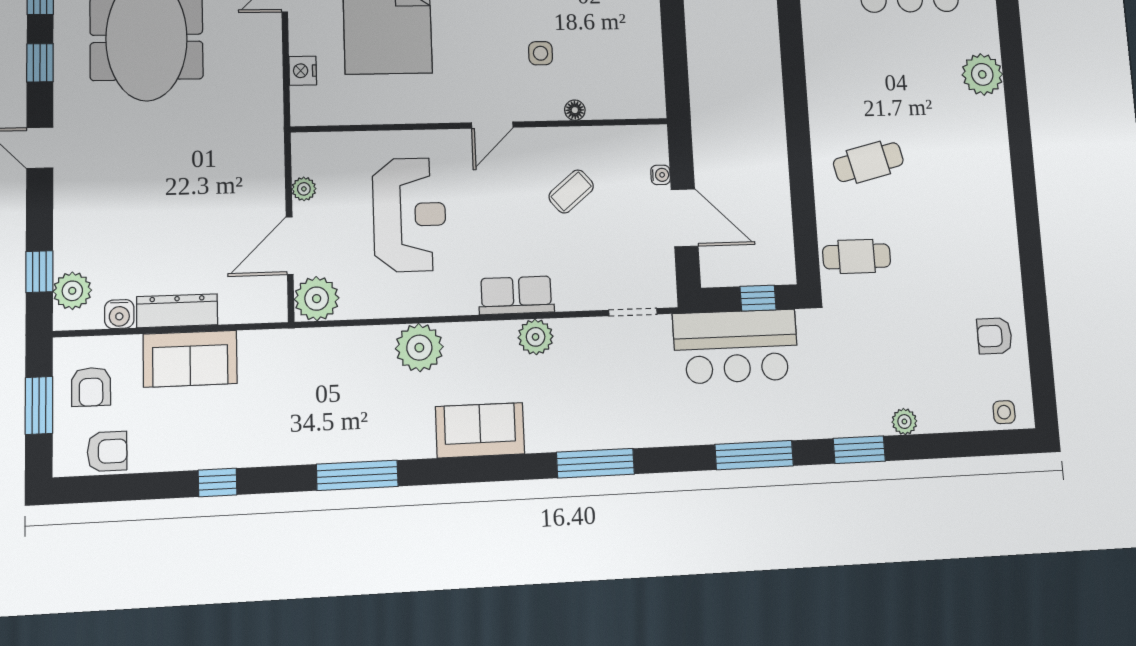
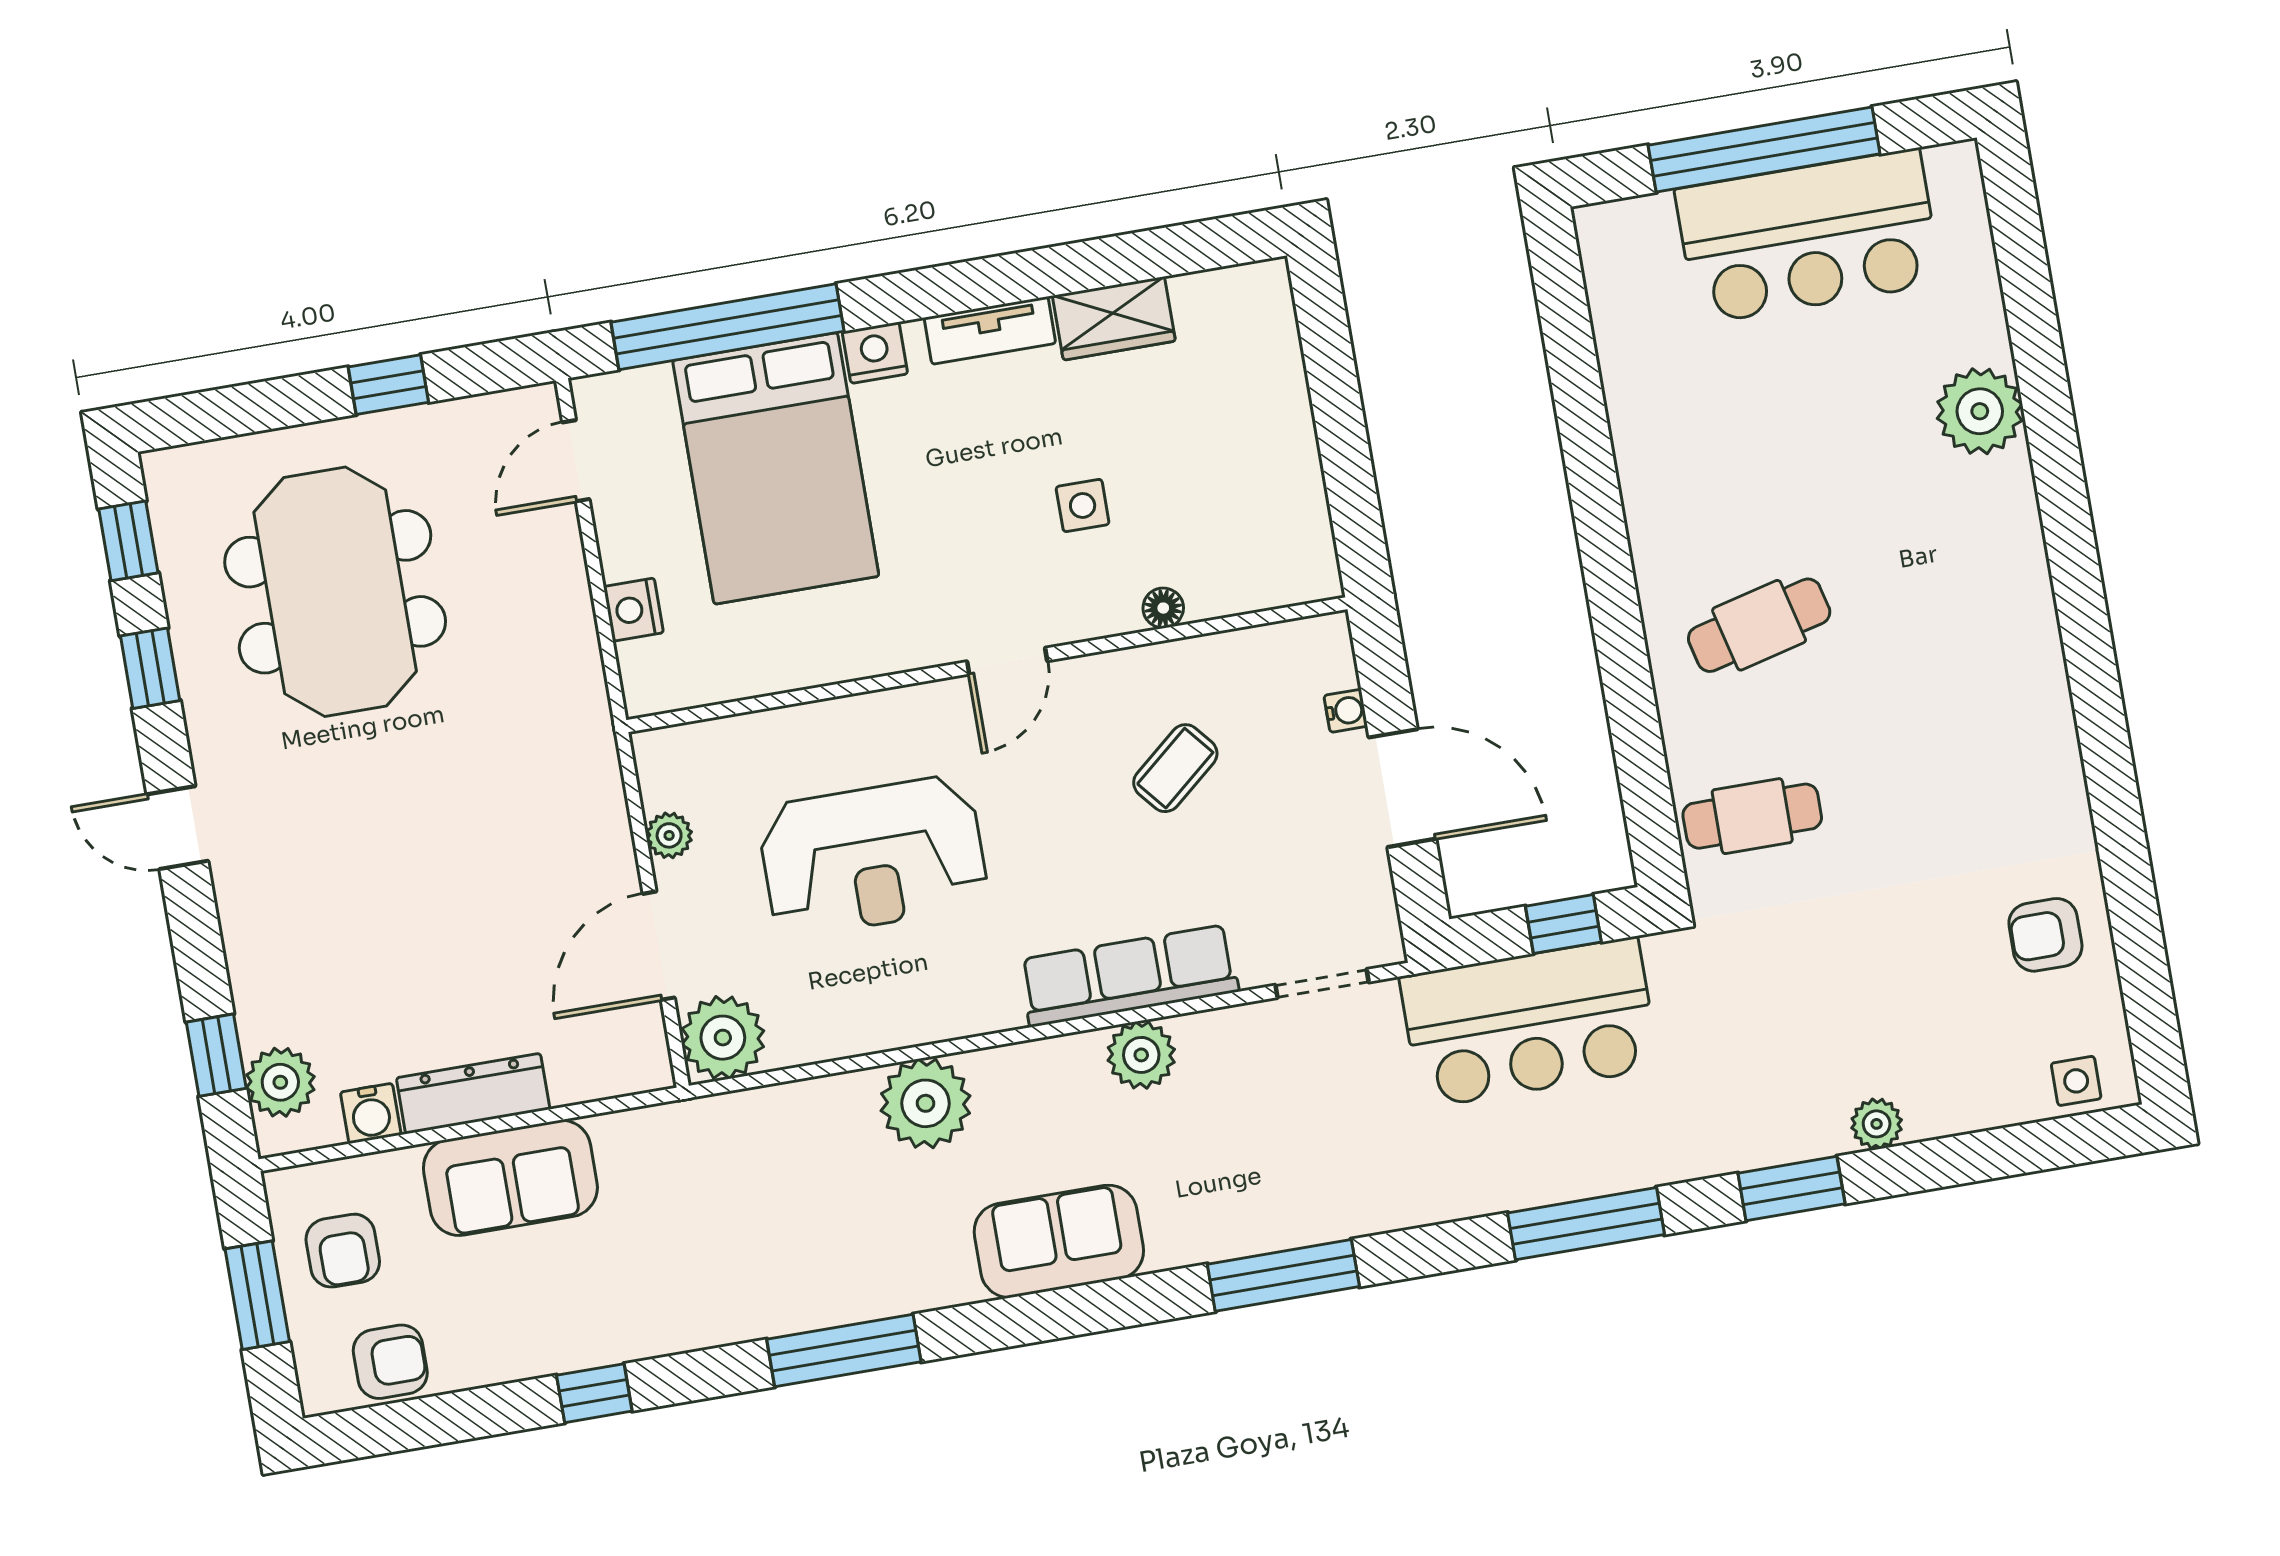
reception desk: (409, 215) -> (873, 856), turned 90
row of seats: (516, 295) -> (1129, 976), width x1.48

